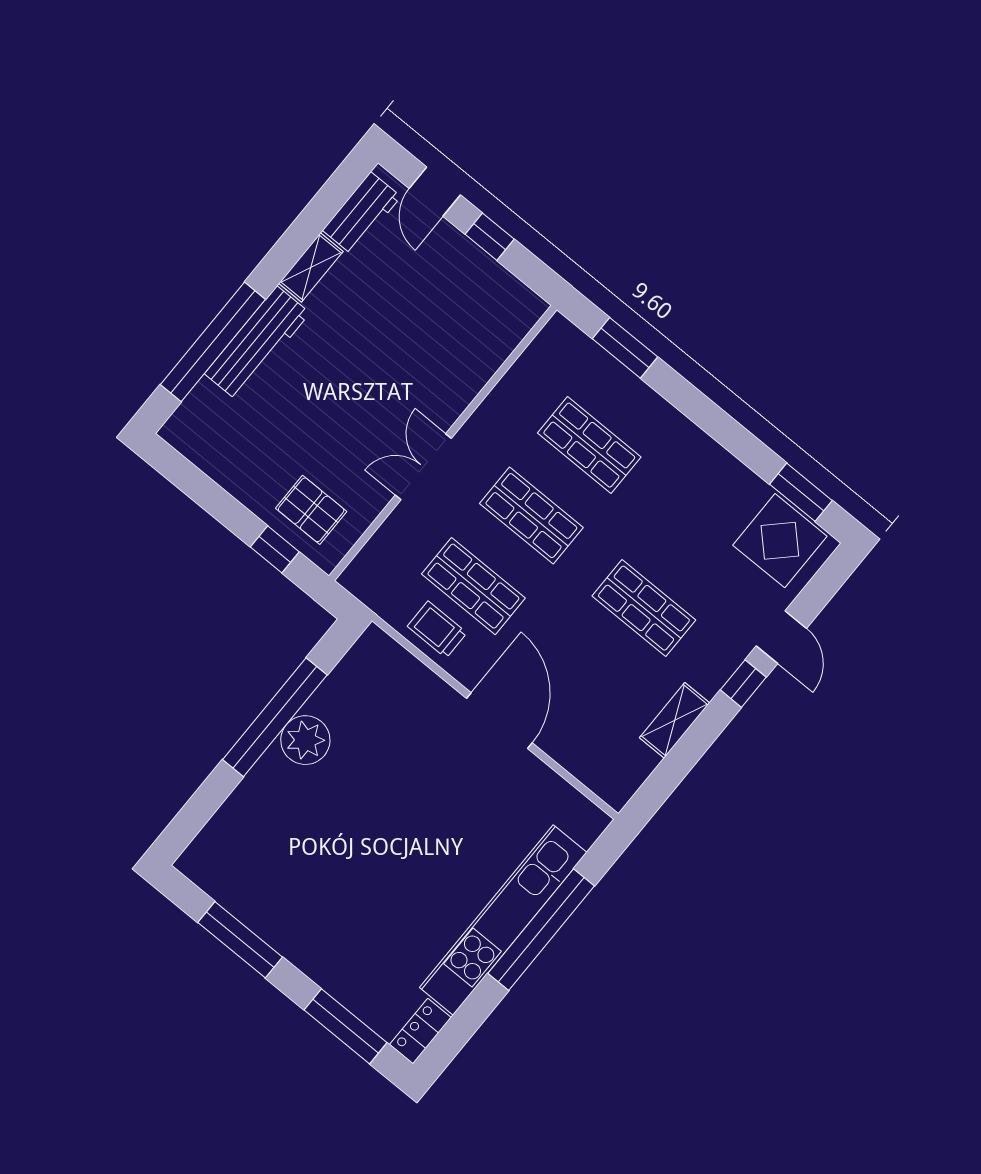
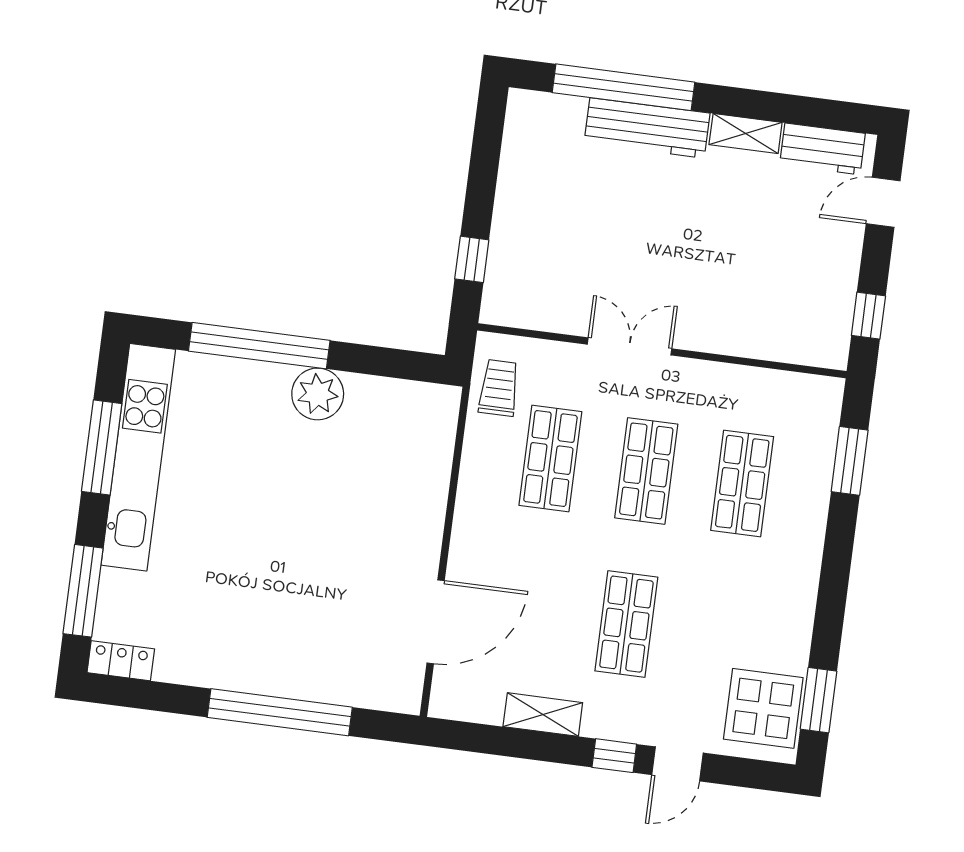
window: (490, 237) -> (868, 316), moved
pallet: (311, 510) -> (528, 270), removed
trolley: (437, 629) -> (499, 388), moved
window: (275, 717) -> (259, 346), moved
door: (499, 721) -> (436, 622), moved
kitchen unit: (503, 920) -> (138, 457), moved, turned 90

